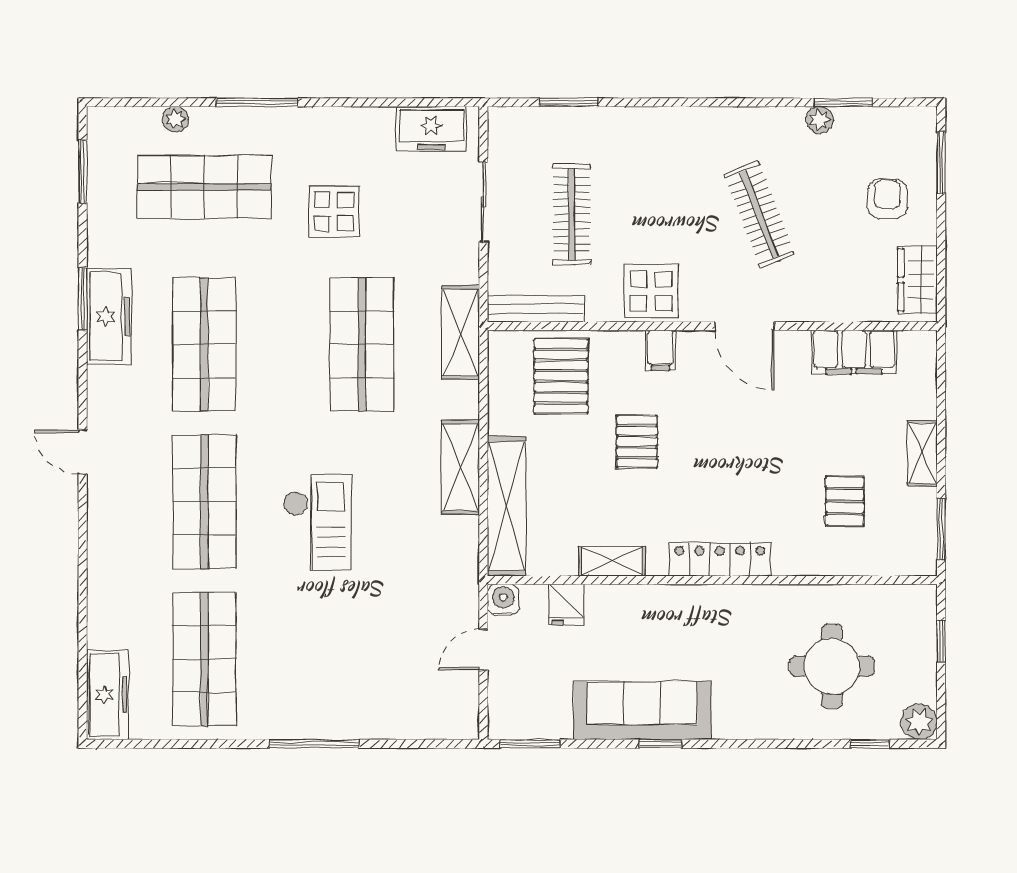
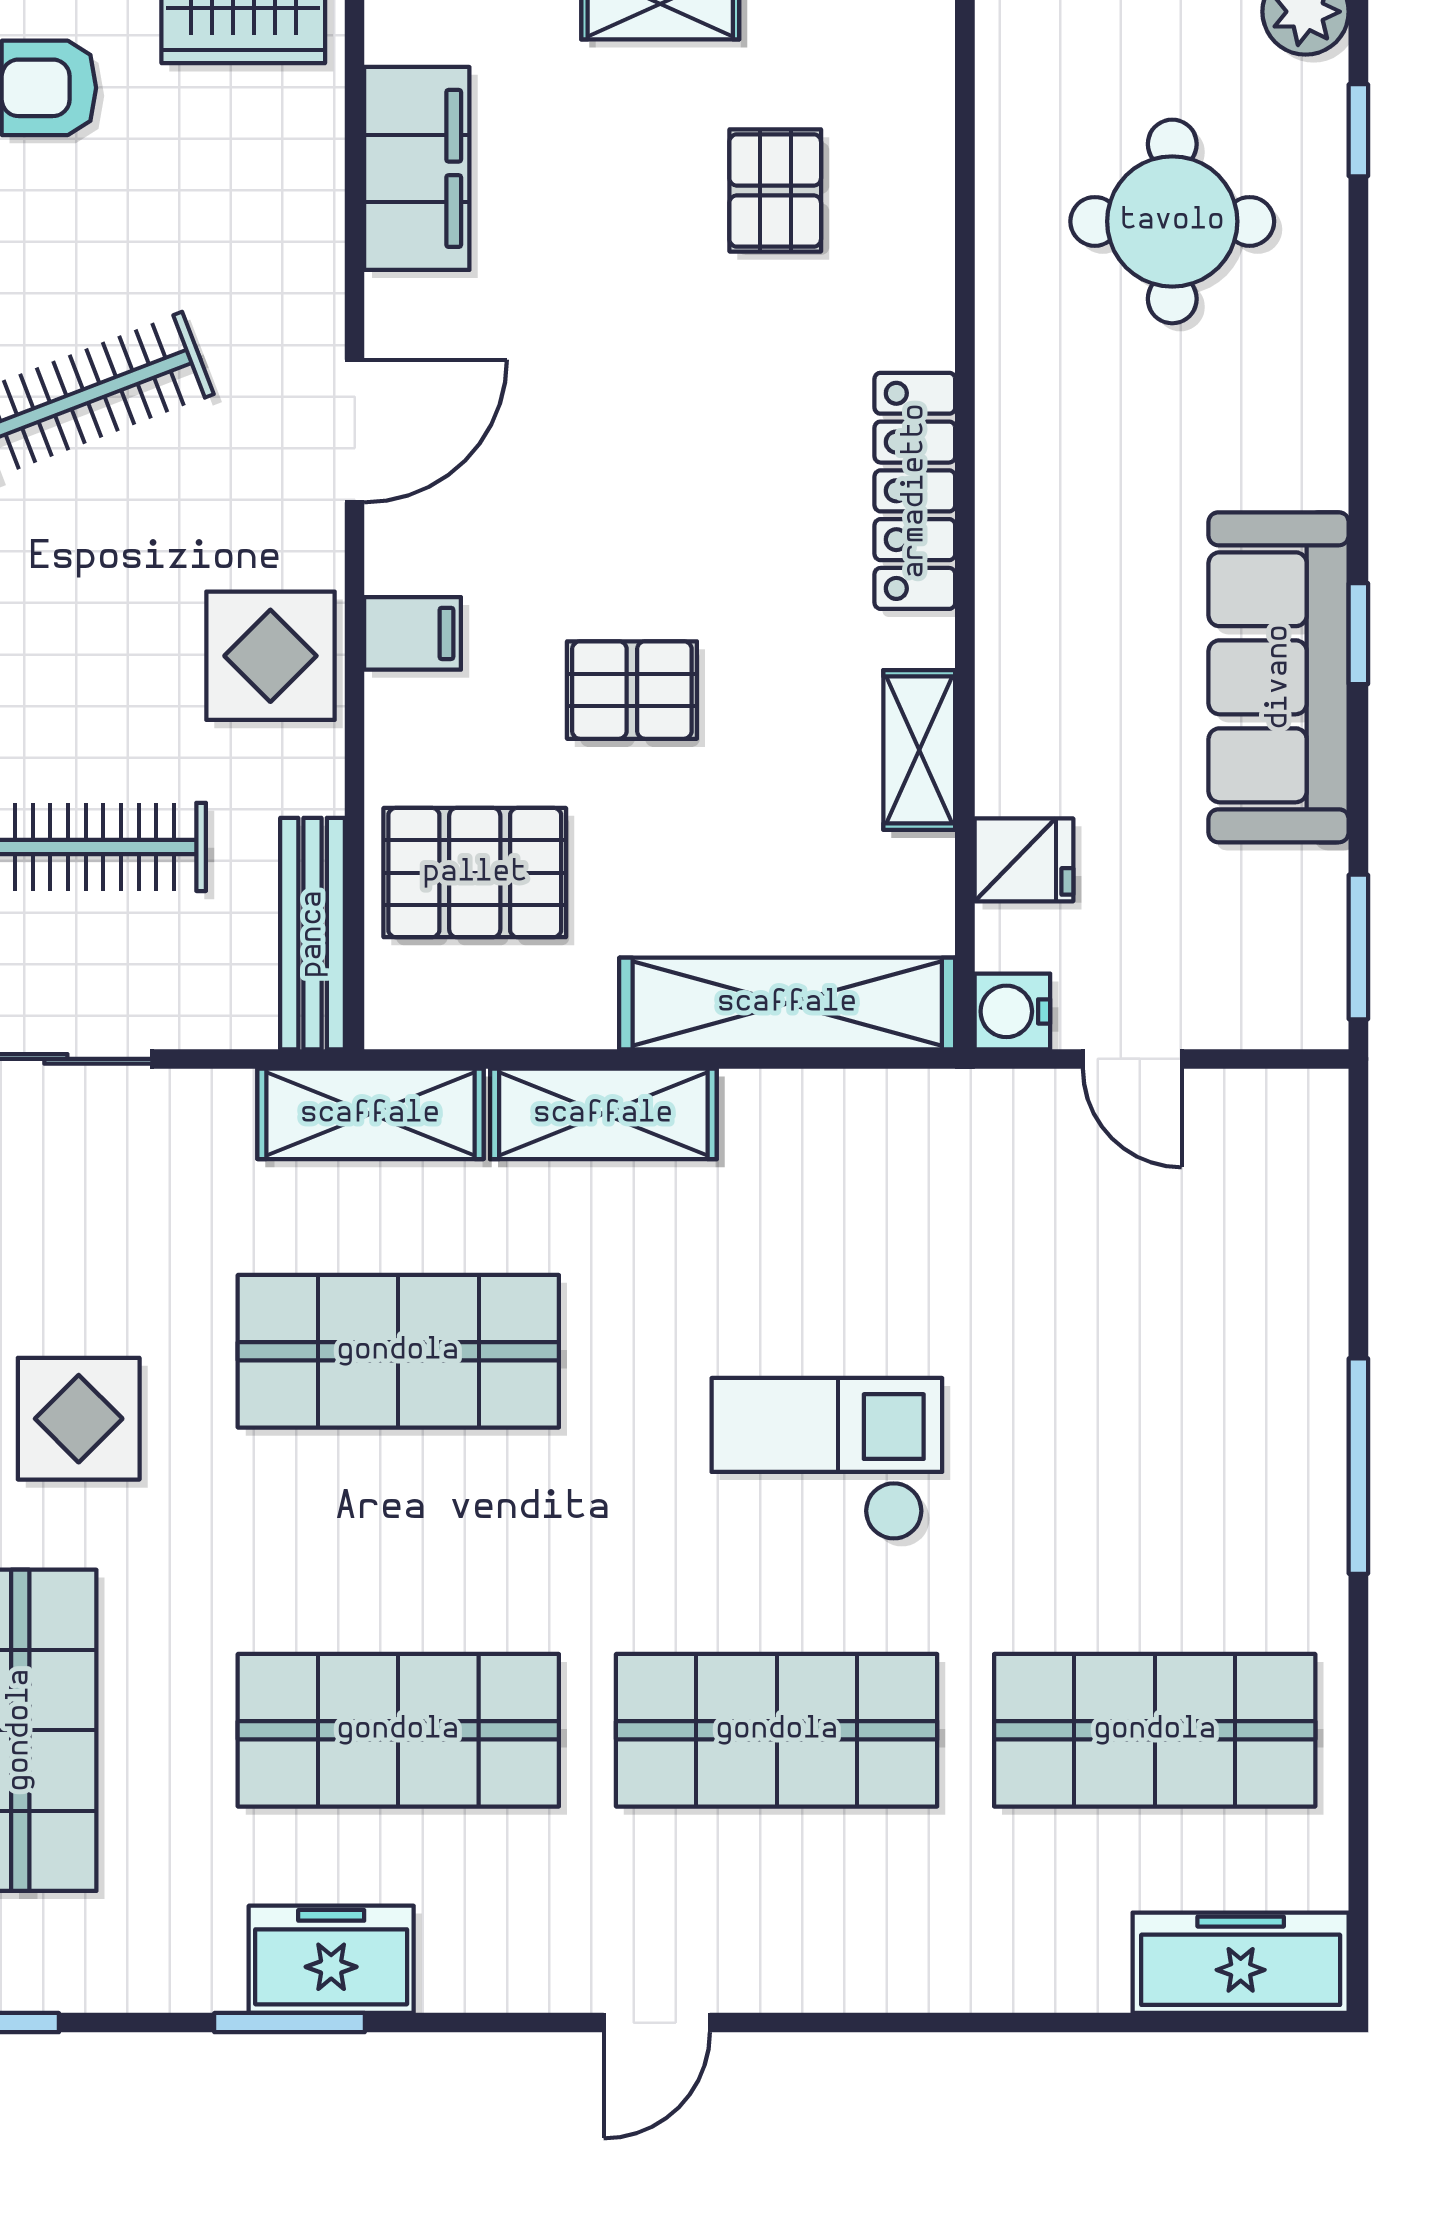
freezer: (109, 316) -> (331, 1959), width x0.71
shelving: (461, 467) -> (603, 1114), moved
pallet: (845, 501) -> (775, 190), turned 90

